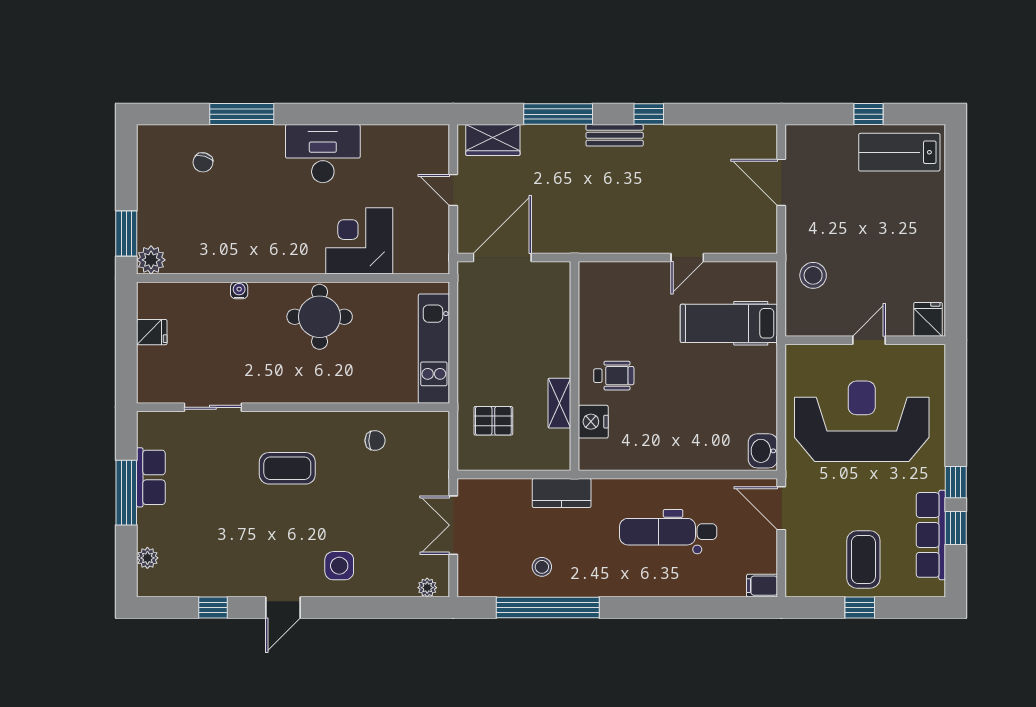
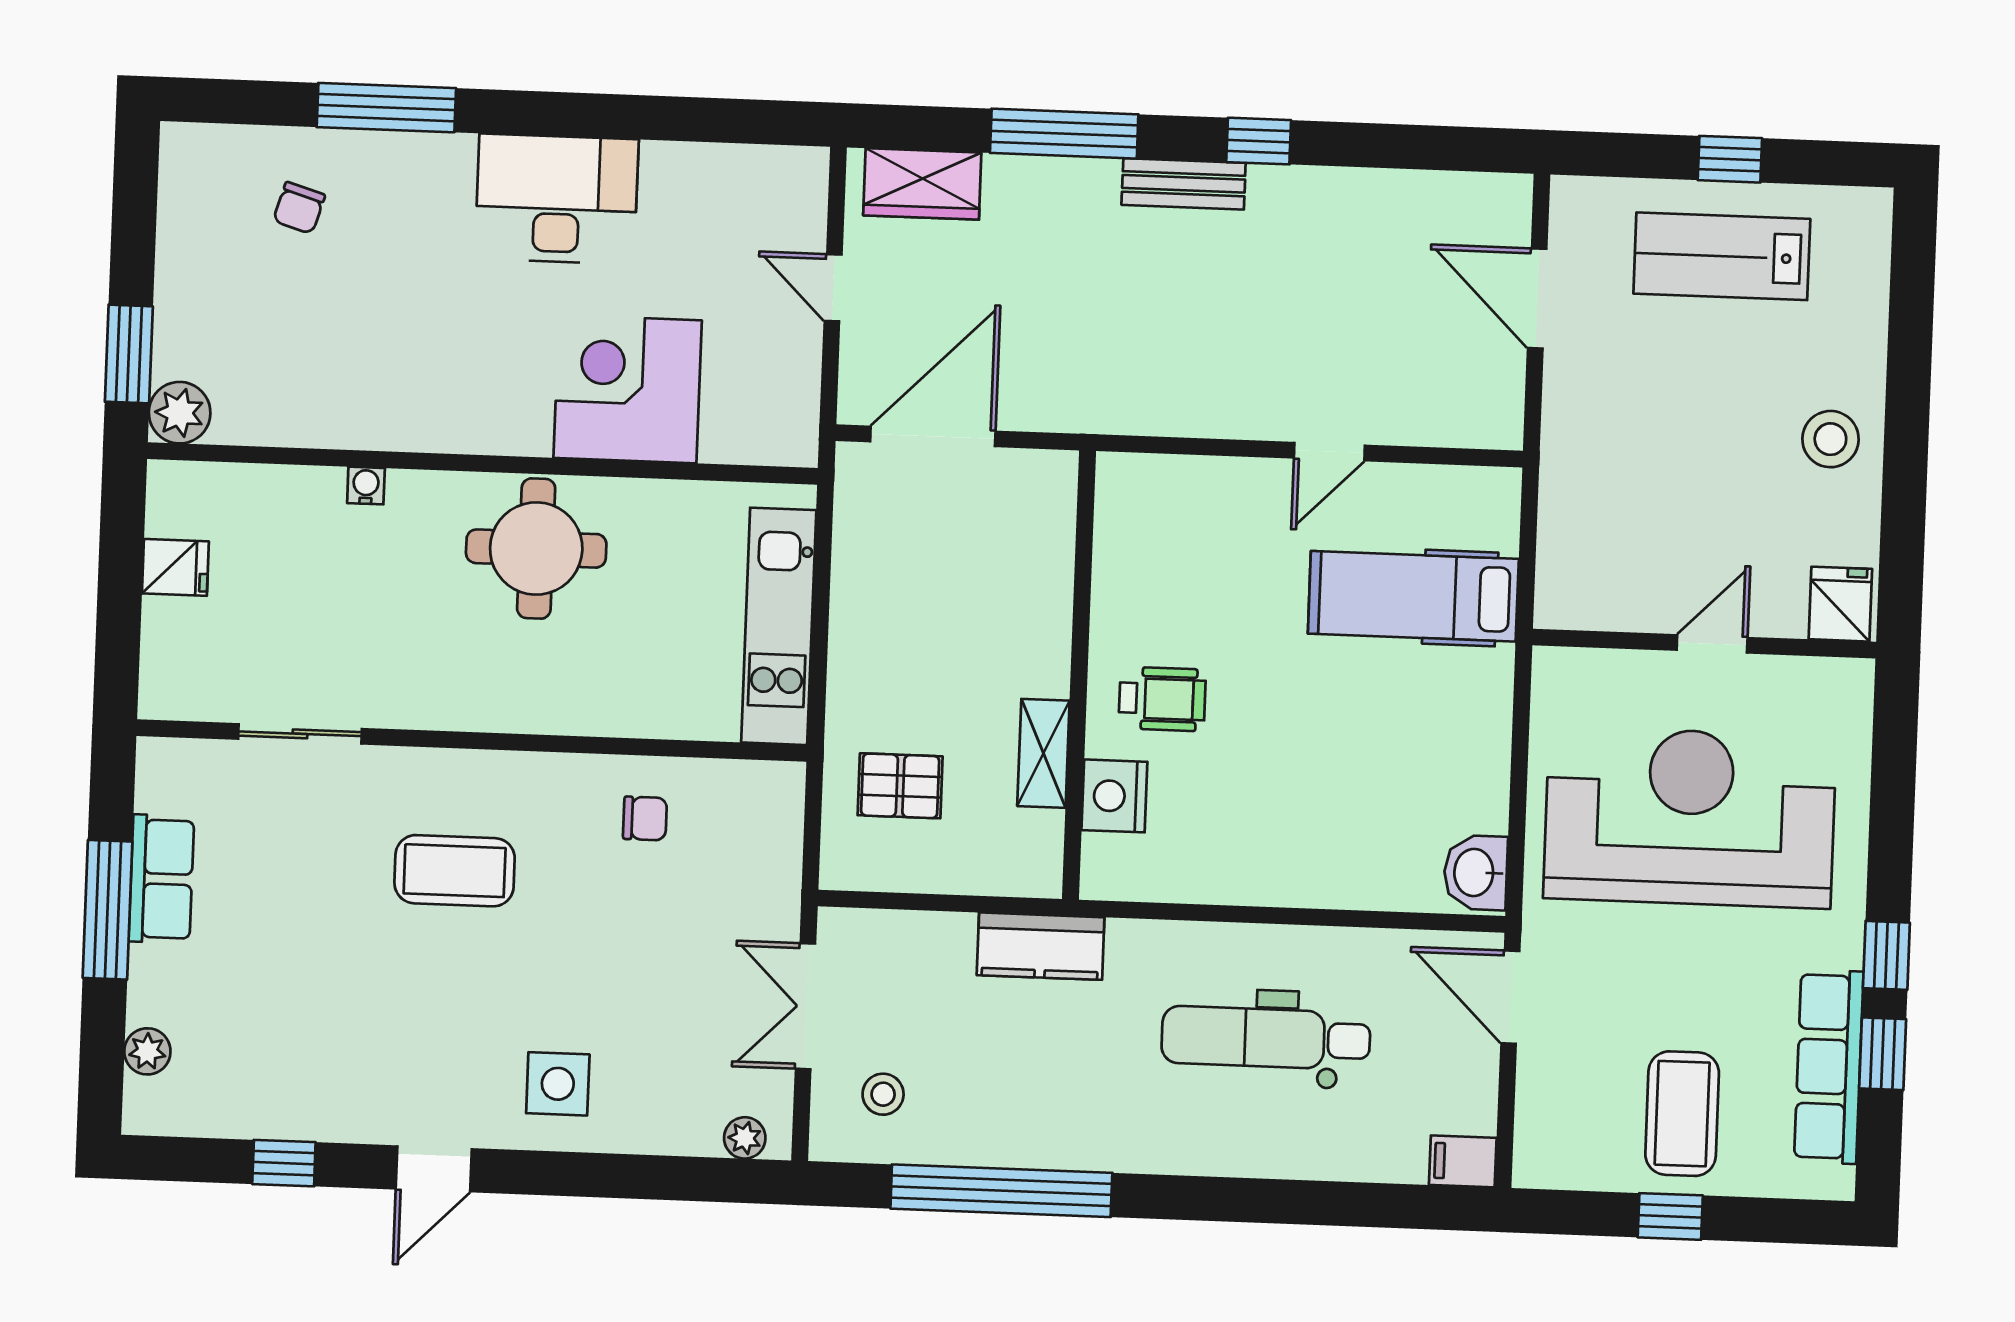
lab bench: (899, 152) -> (1722, 256), moved
stool: (813, 275) -> (1830, 439), moved
stool: (542, 567) -> (883, 1094), moved

